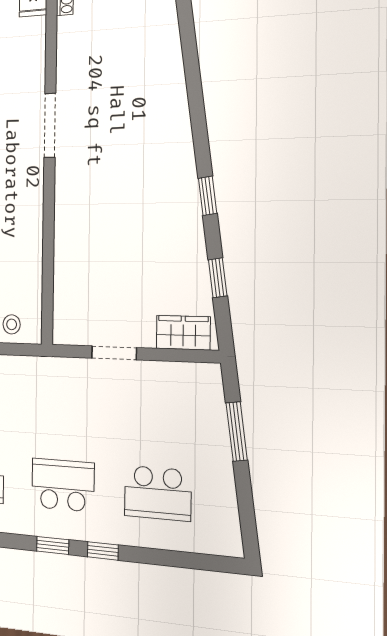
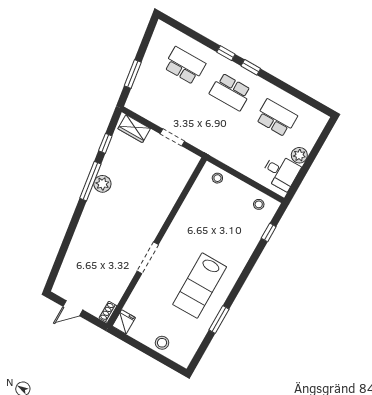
window: (208, 196) -> (90, 181), width x2.17
plant: (185, 203) -> (102, 184), added

